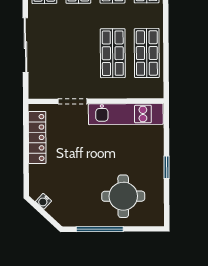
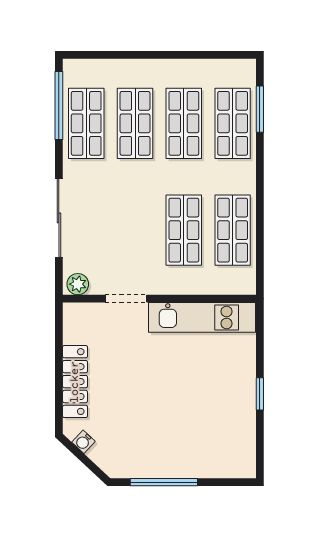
plant: (39, 91) -> (78, 284), added
locker: (37, 137) -> (75, 382), moved
round table: (123, 196) -> (198, 435), removed

